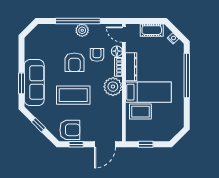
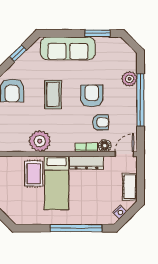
plant: (82, 30) -> (129, 79), moved
armchair: (74, 62) -> (92, 96), turned 90
window: (21, 83) -> (97, 33), moved
plant: (113, 87) -> (40, 141), moved
coffee table: (73, 95) -> (53, 94), width x0.73, depth x0.76

